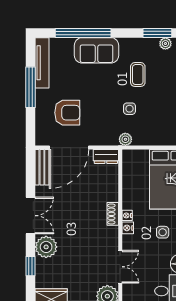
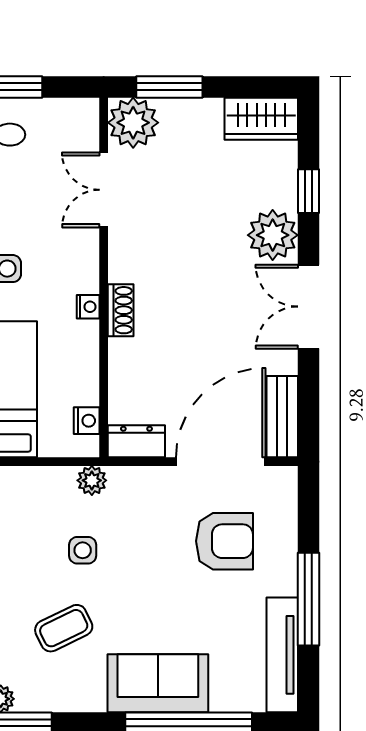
coffee table: (138, 75) -> (64, 628), turned 64
armchair: (67, 113) -> (224, 541), turned 180
nightstand: (128, 228) -> (87, 421), moved

